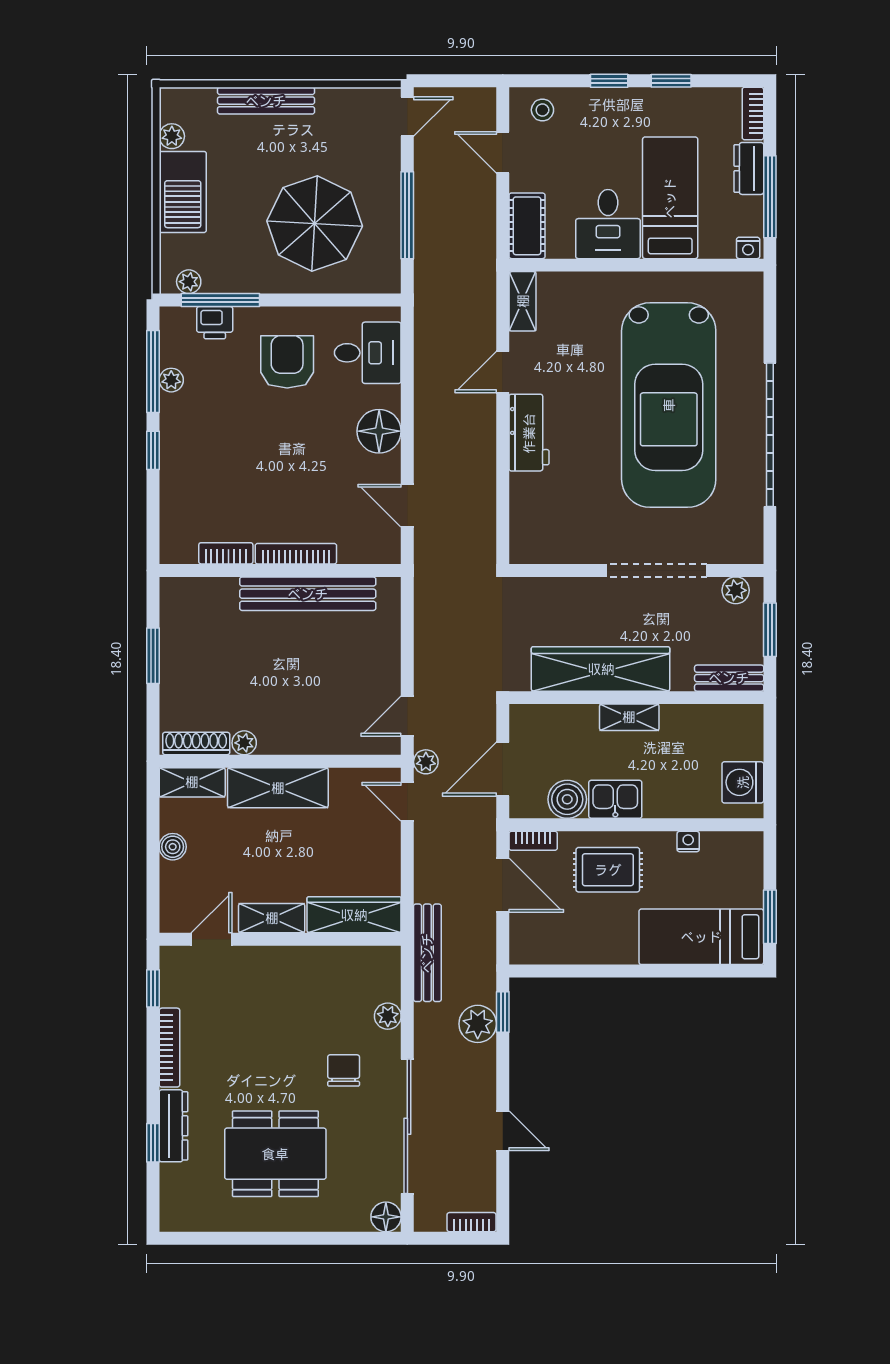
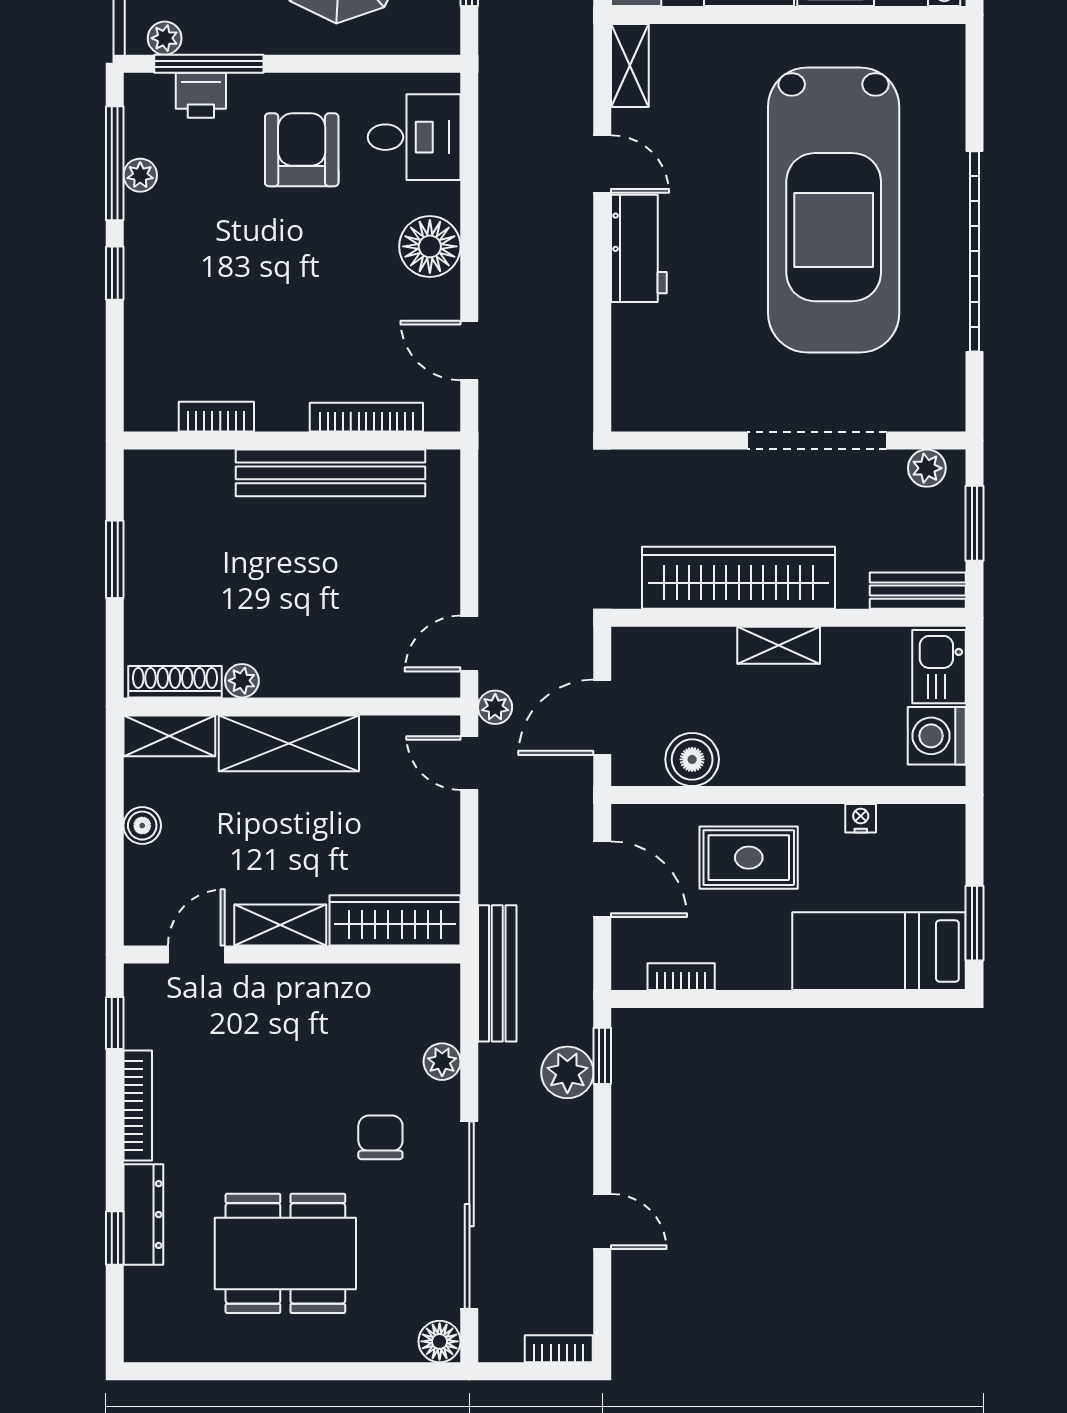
door: (503, 372) -> (602, 164), swing flipped
bookcase: (296, 554) -> (366, 417), moved
kitchen sink: (615, 799) -> (939, 667), moved, turned -90
bookcase: (533, 841) -> (681, 977), moved, turned 180

